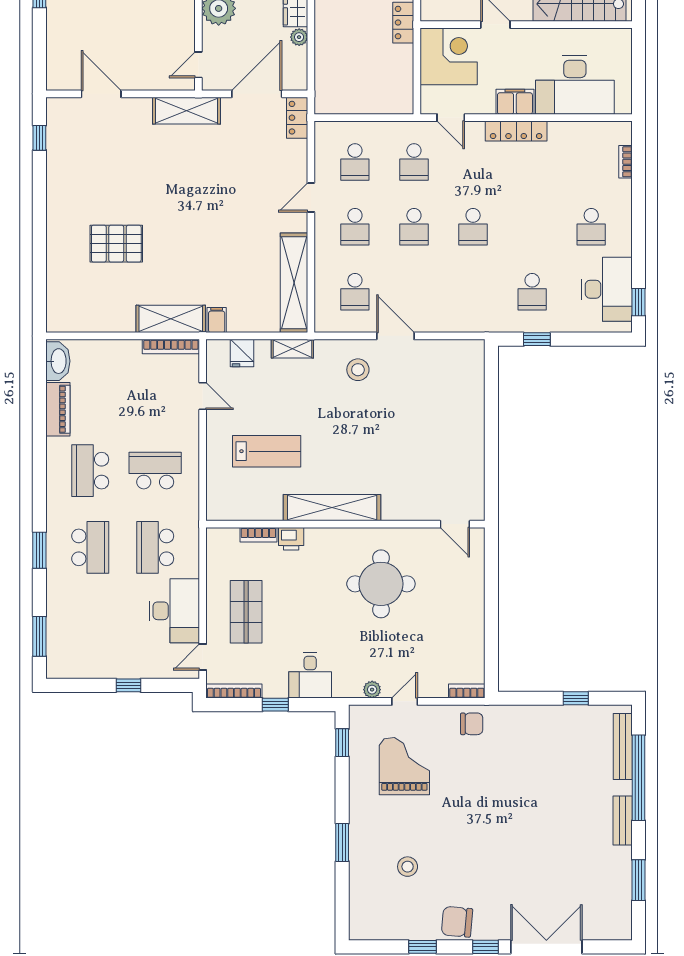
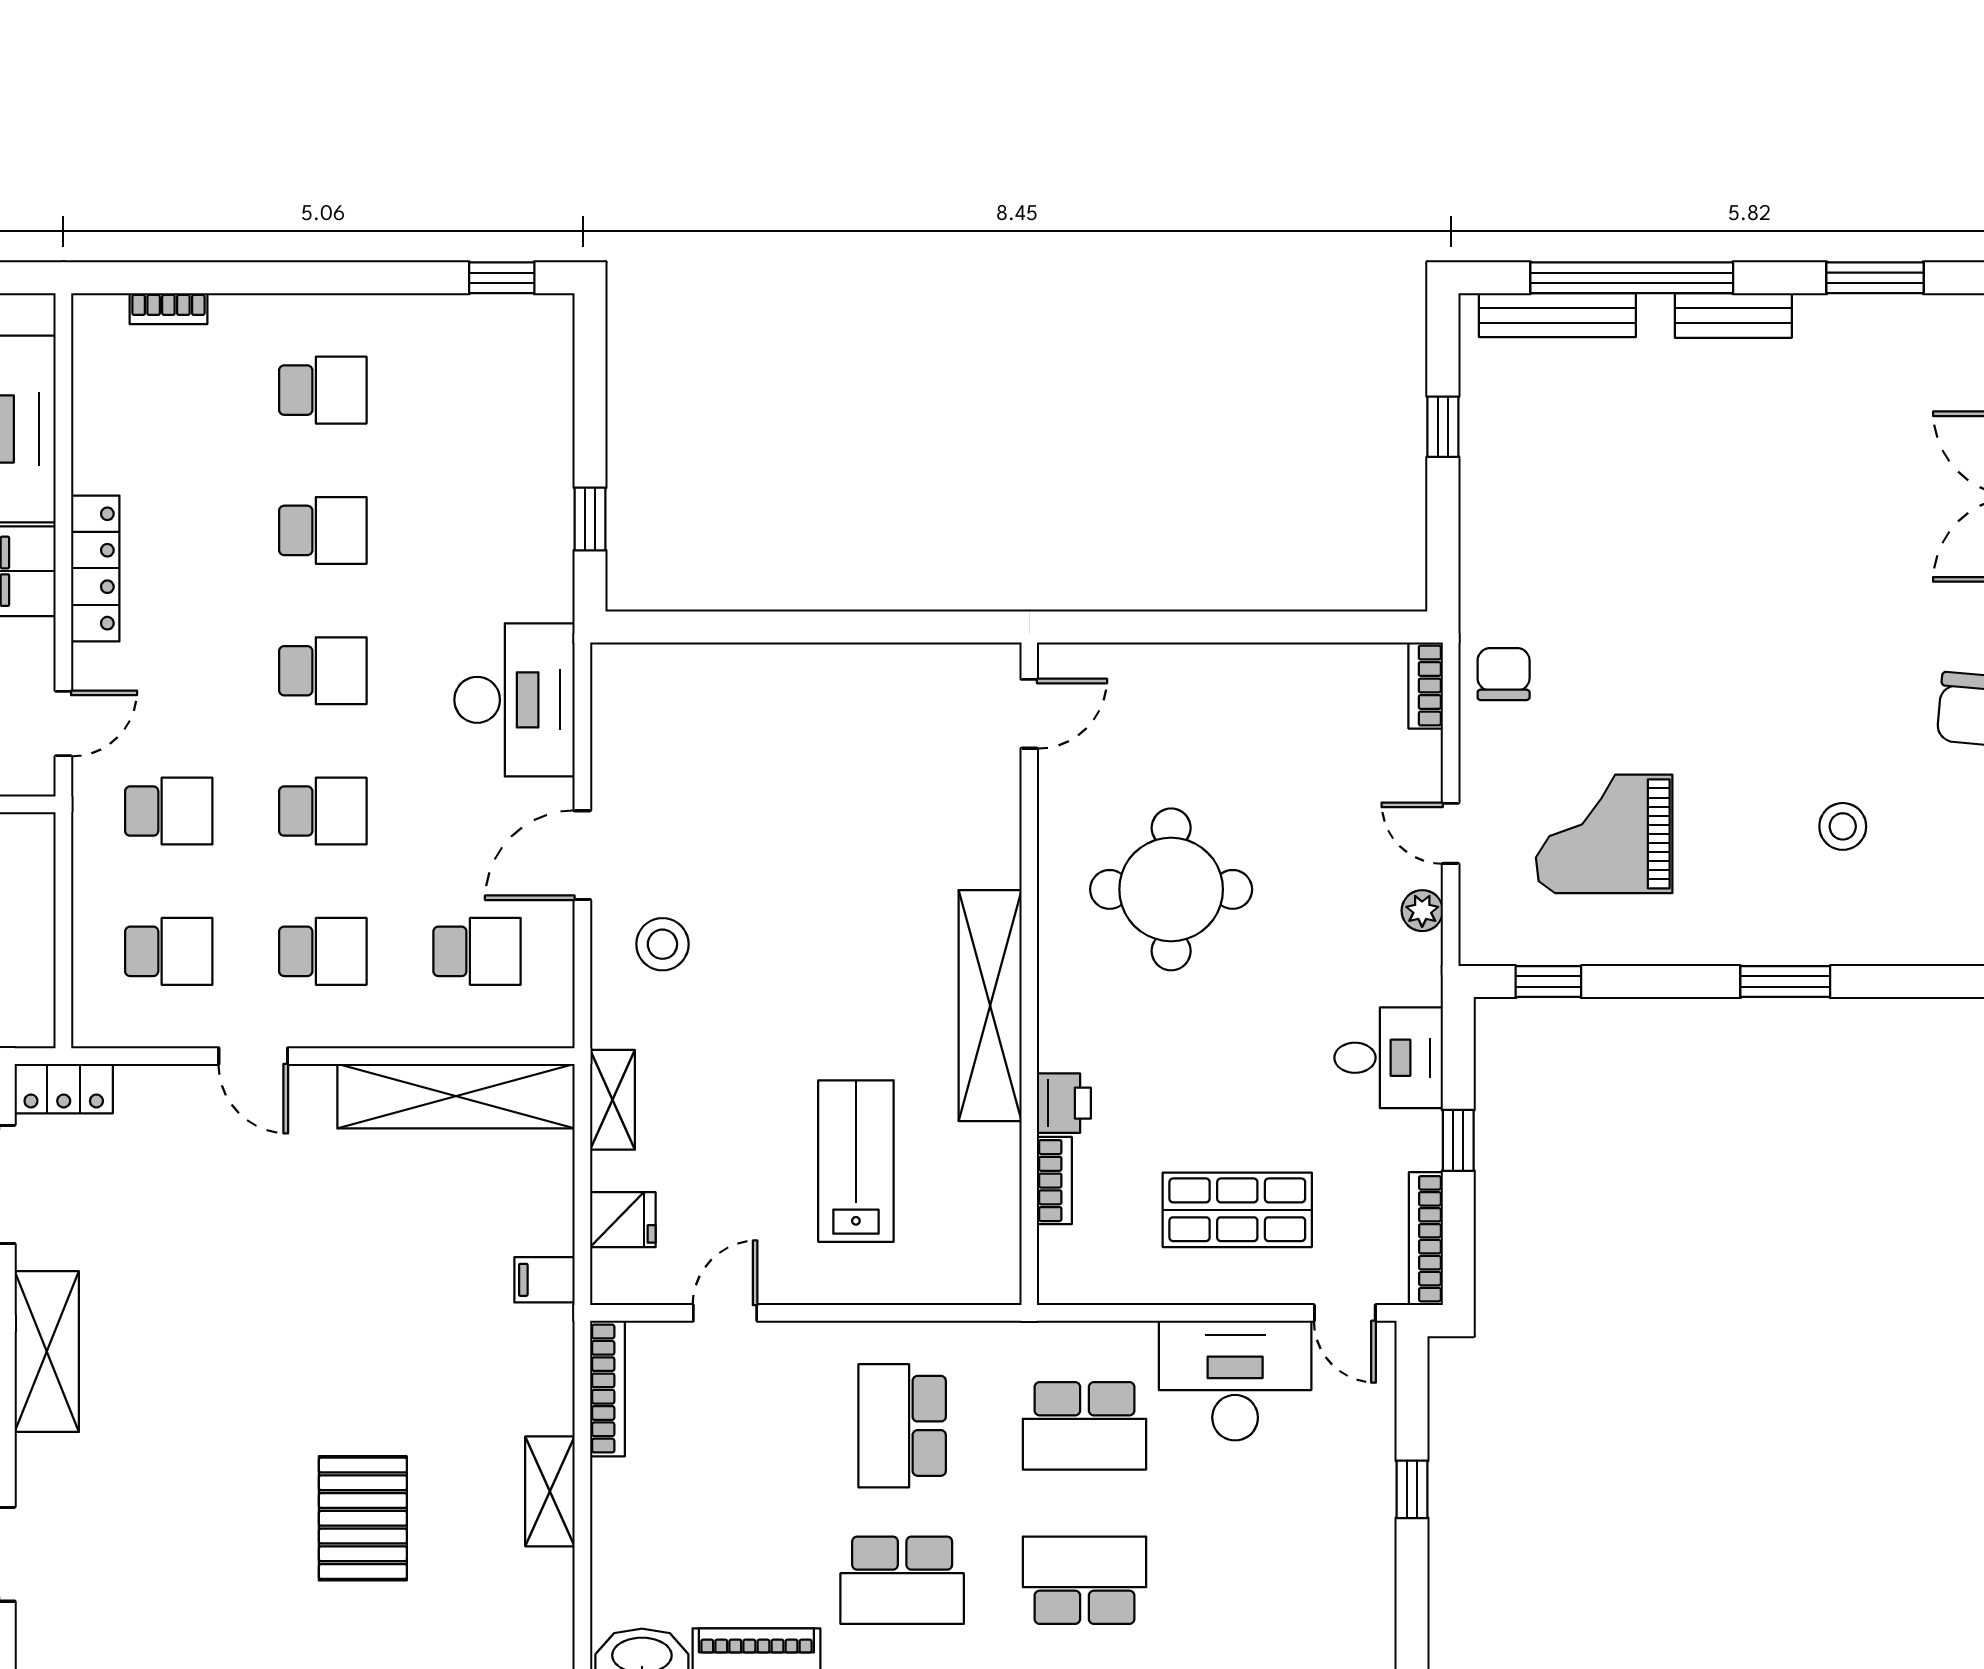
desk: (607, 289) -> (514, 700), moved, turned 90
school desk: (532, 292) -> (323, 530), moved
shelving: (171, 319) -> (550, 1491), moved, width x0.67, depth x0.75

